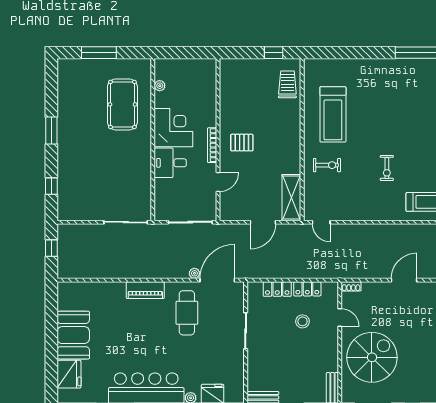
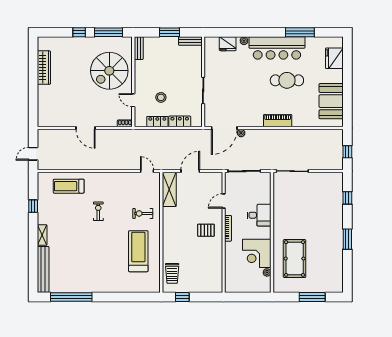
corner desk: (173, 128) -> (257, 253), moved
door: (404, 280) -> (85, 128), hinge flipped
cafe table: (187, 313) -> (287, 80), moved, turned 90
booth: (73, 335) -> (331, 101), moved

